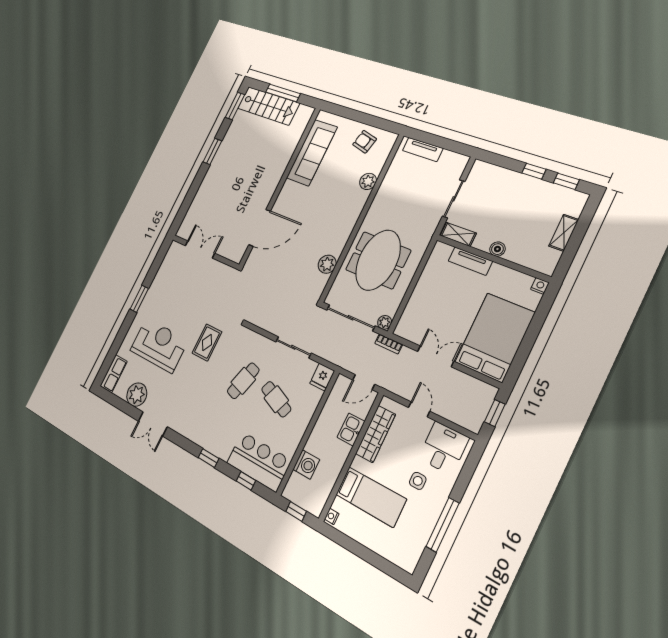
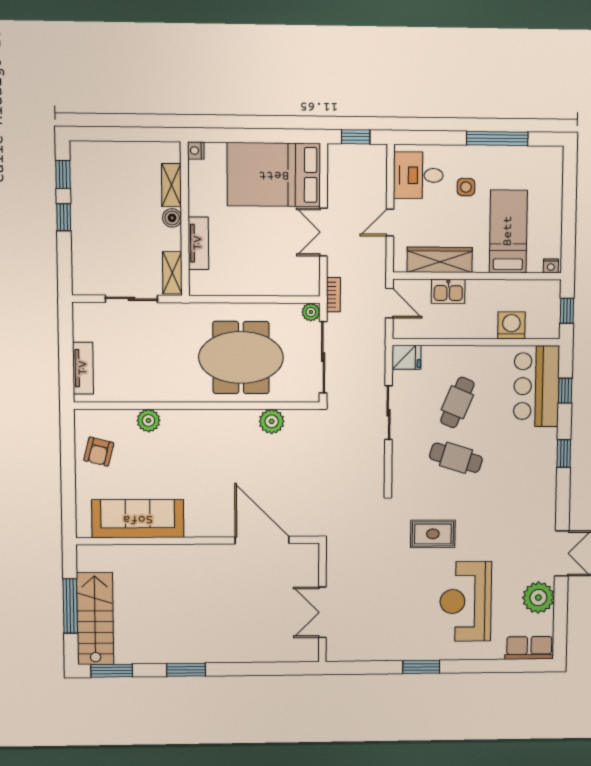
shelving: (564, 233) -> (171, 185), moved, turned 90

